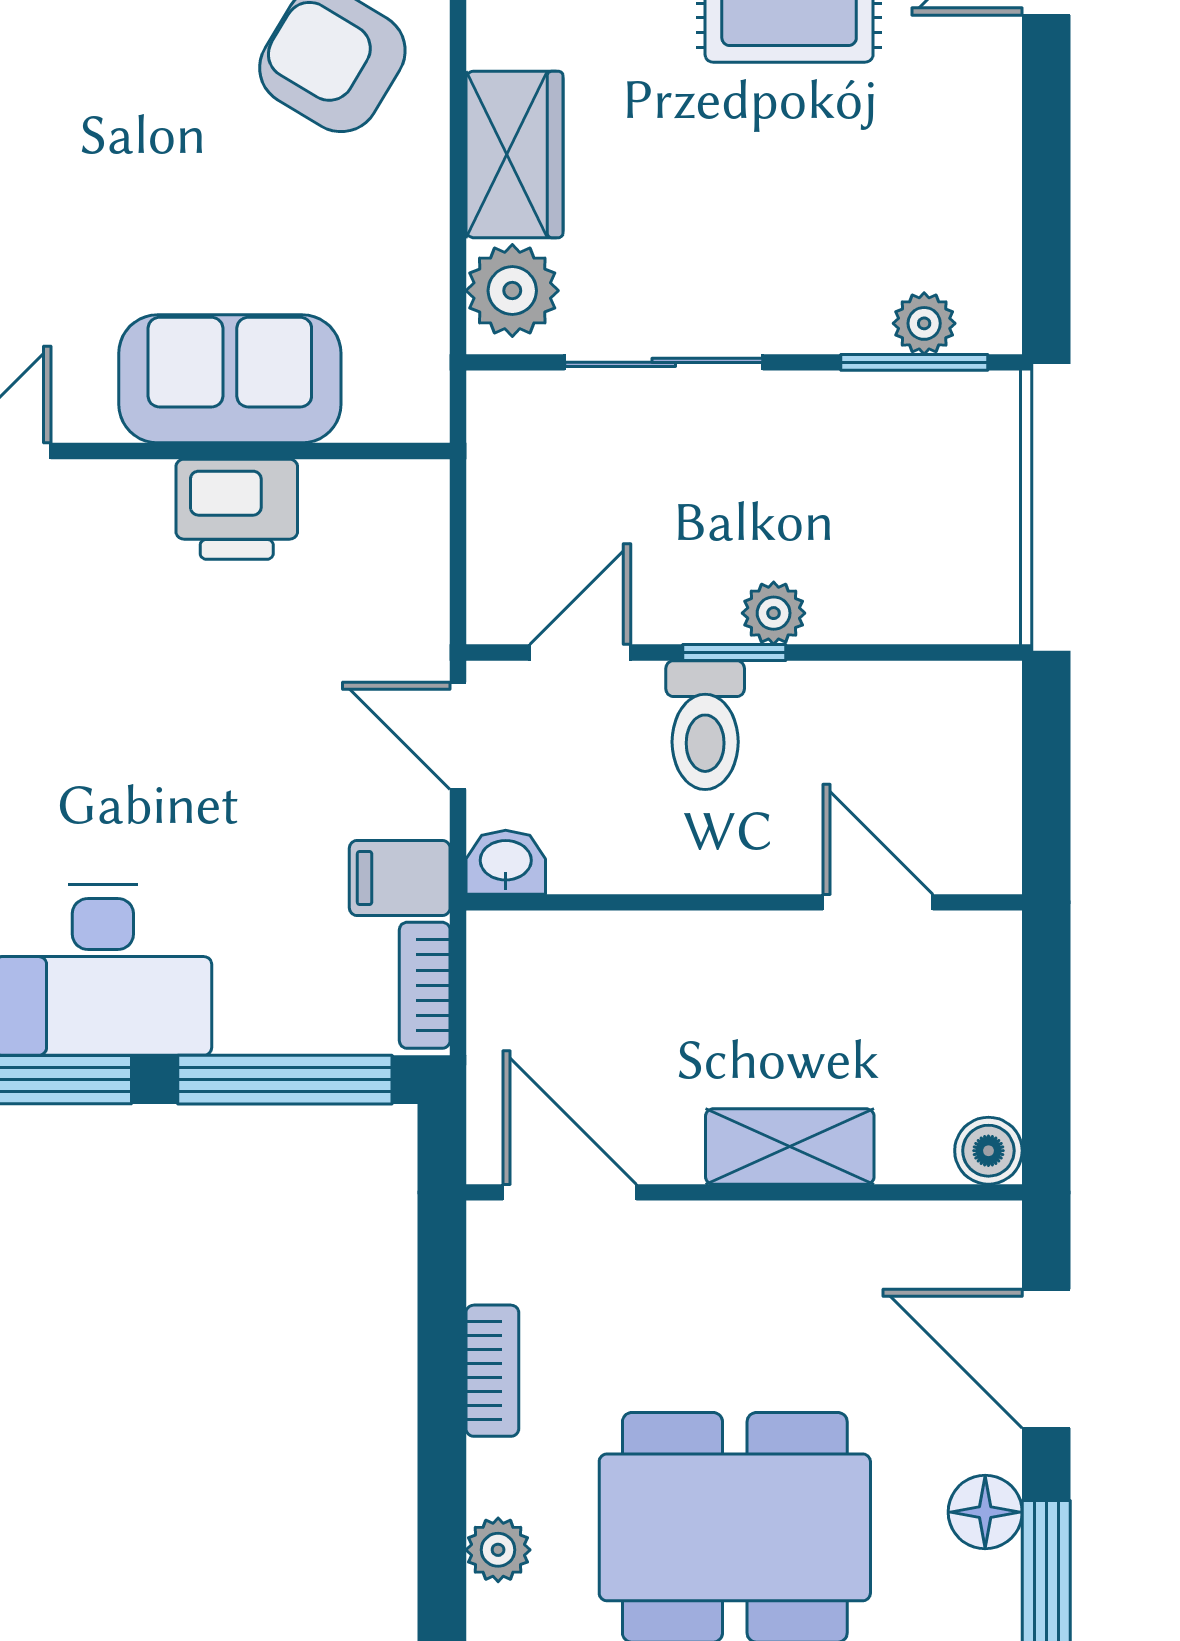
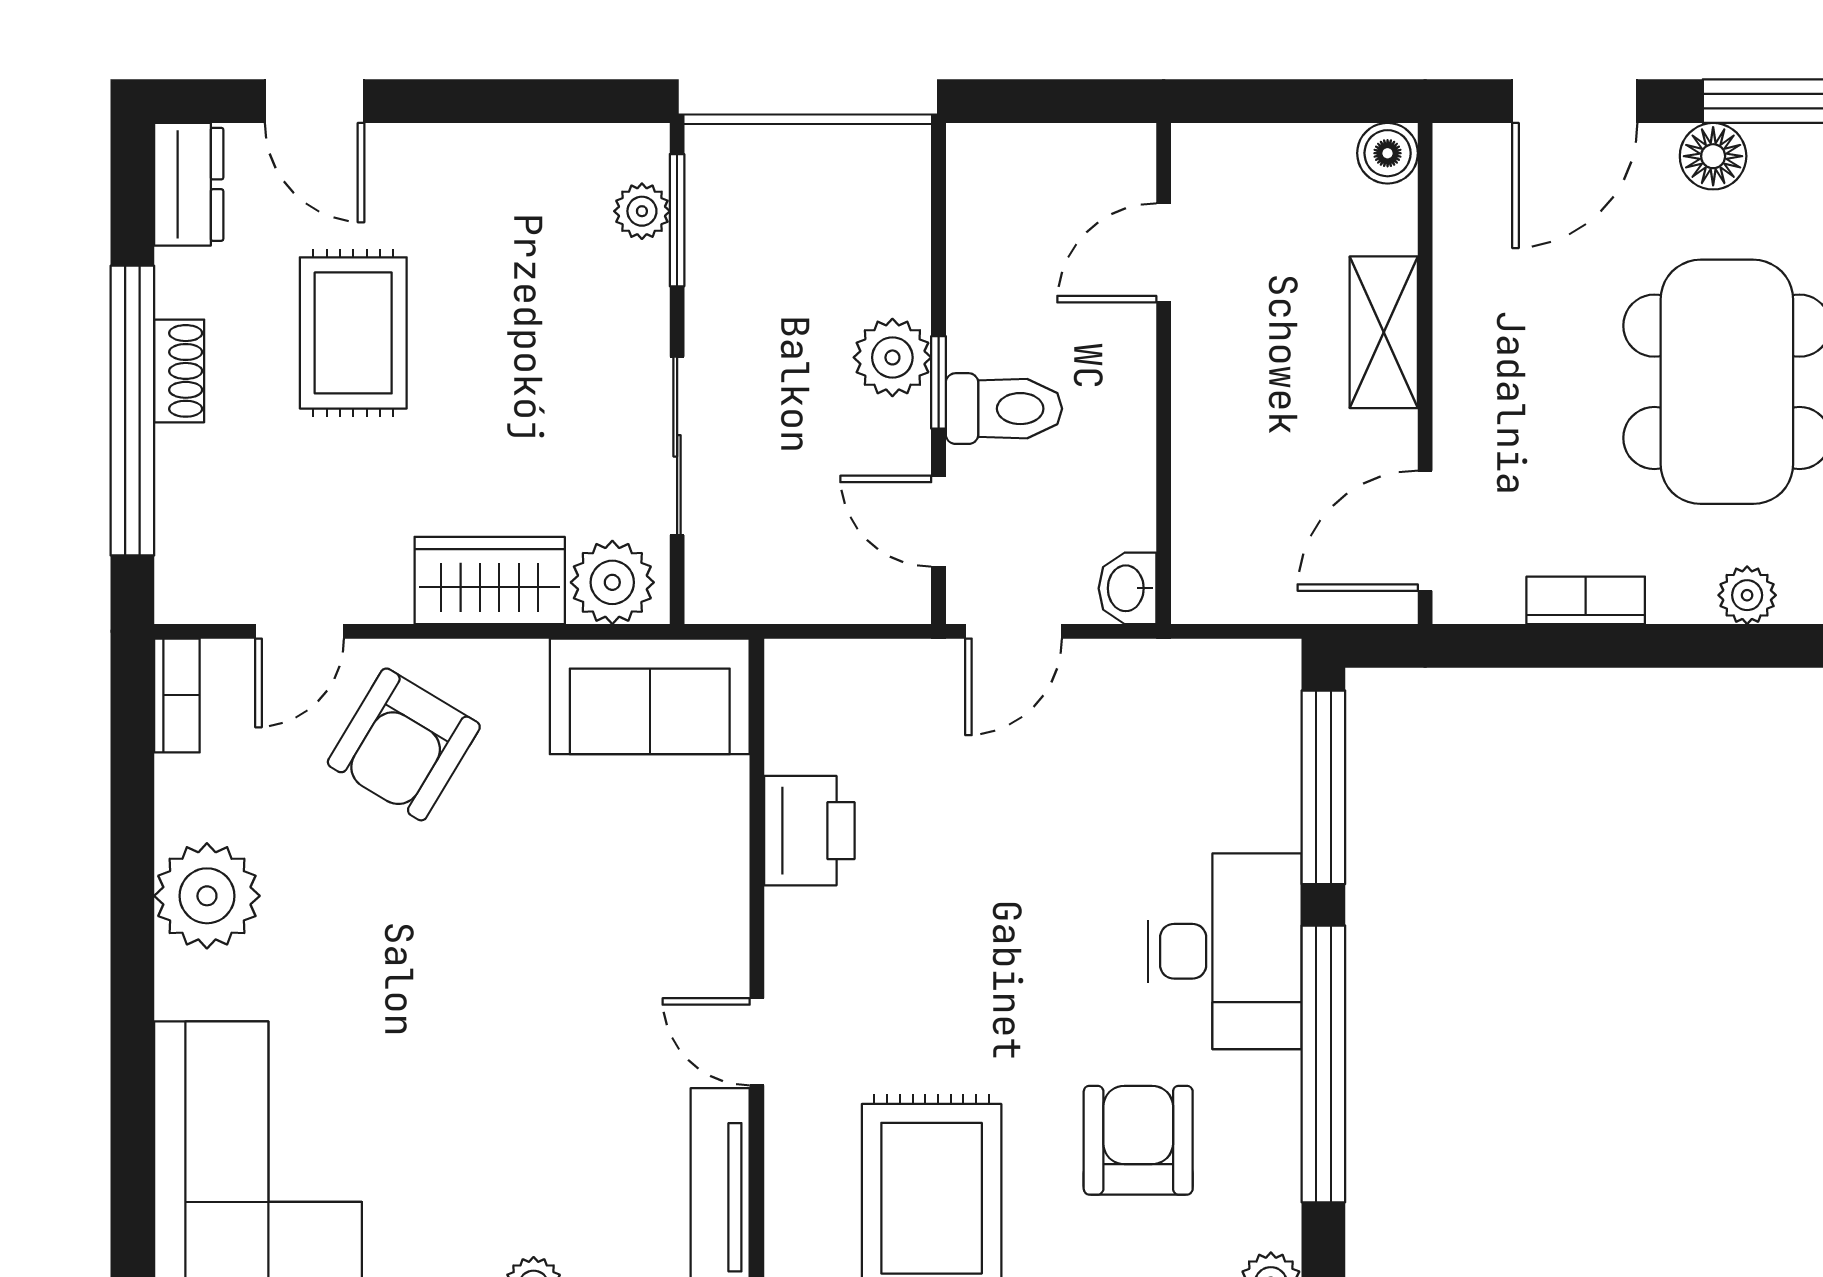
sofa: (230, 379) -> (650, 696), moved, turned -90
plant: (774, 613) -> (892, 357), width x1.38, depth x1.38
filing cabinet: (400, 878) -> (1142, 684), removed
bookcase: (425, 985) -> (1238, 661), removed

